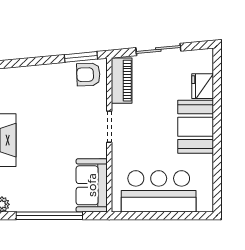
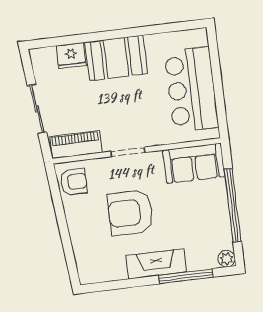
window: (81, 57) -> (55, 192), removed
armchair: (88, 74) -> (74, 182), turned -88
armchair: (54, 123) -> (130, 213), added

